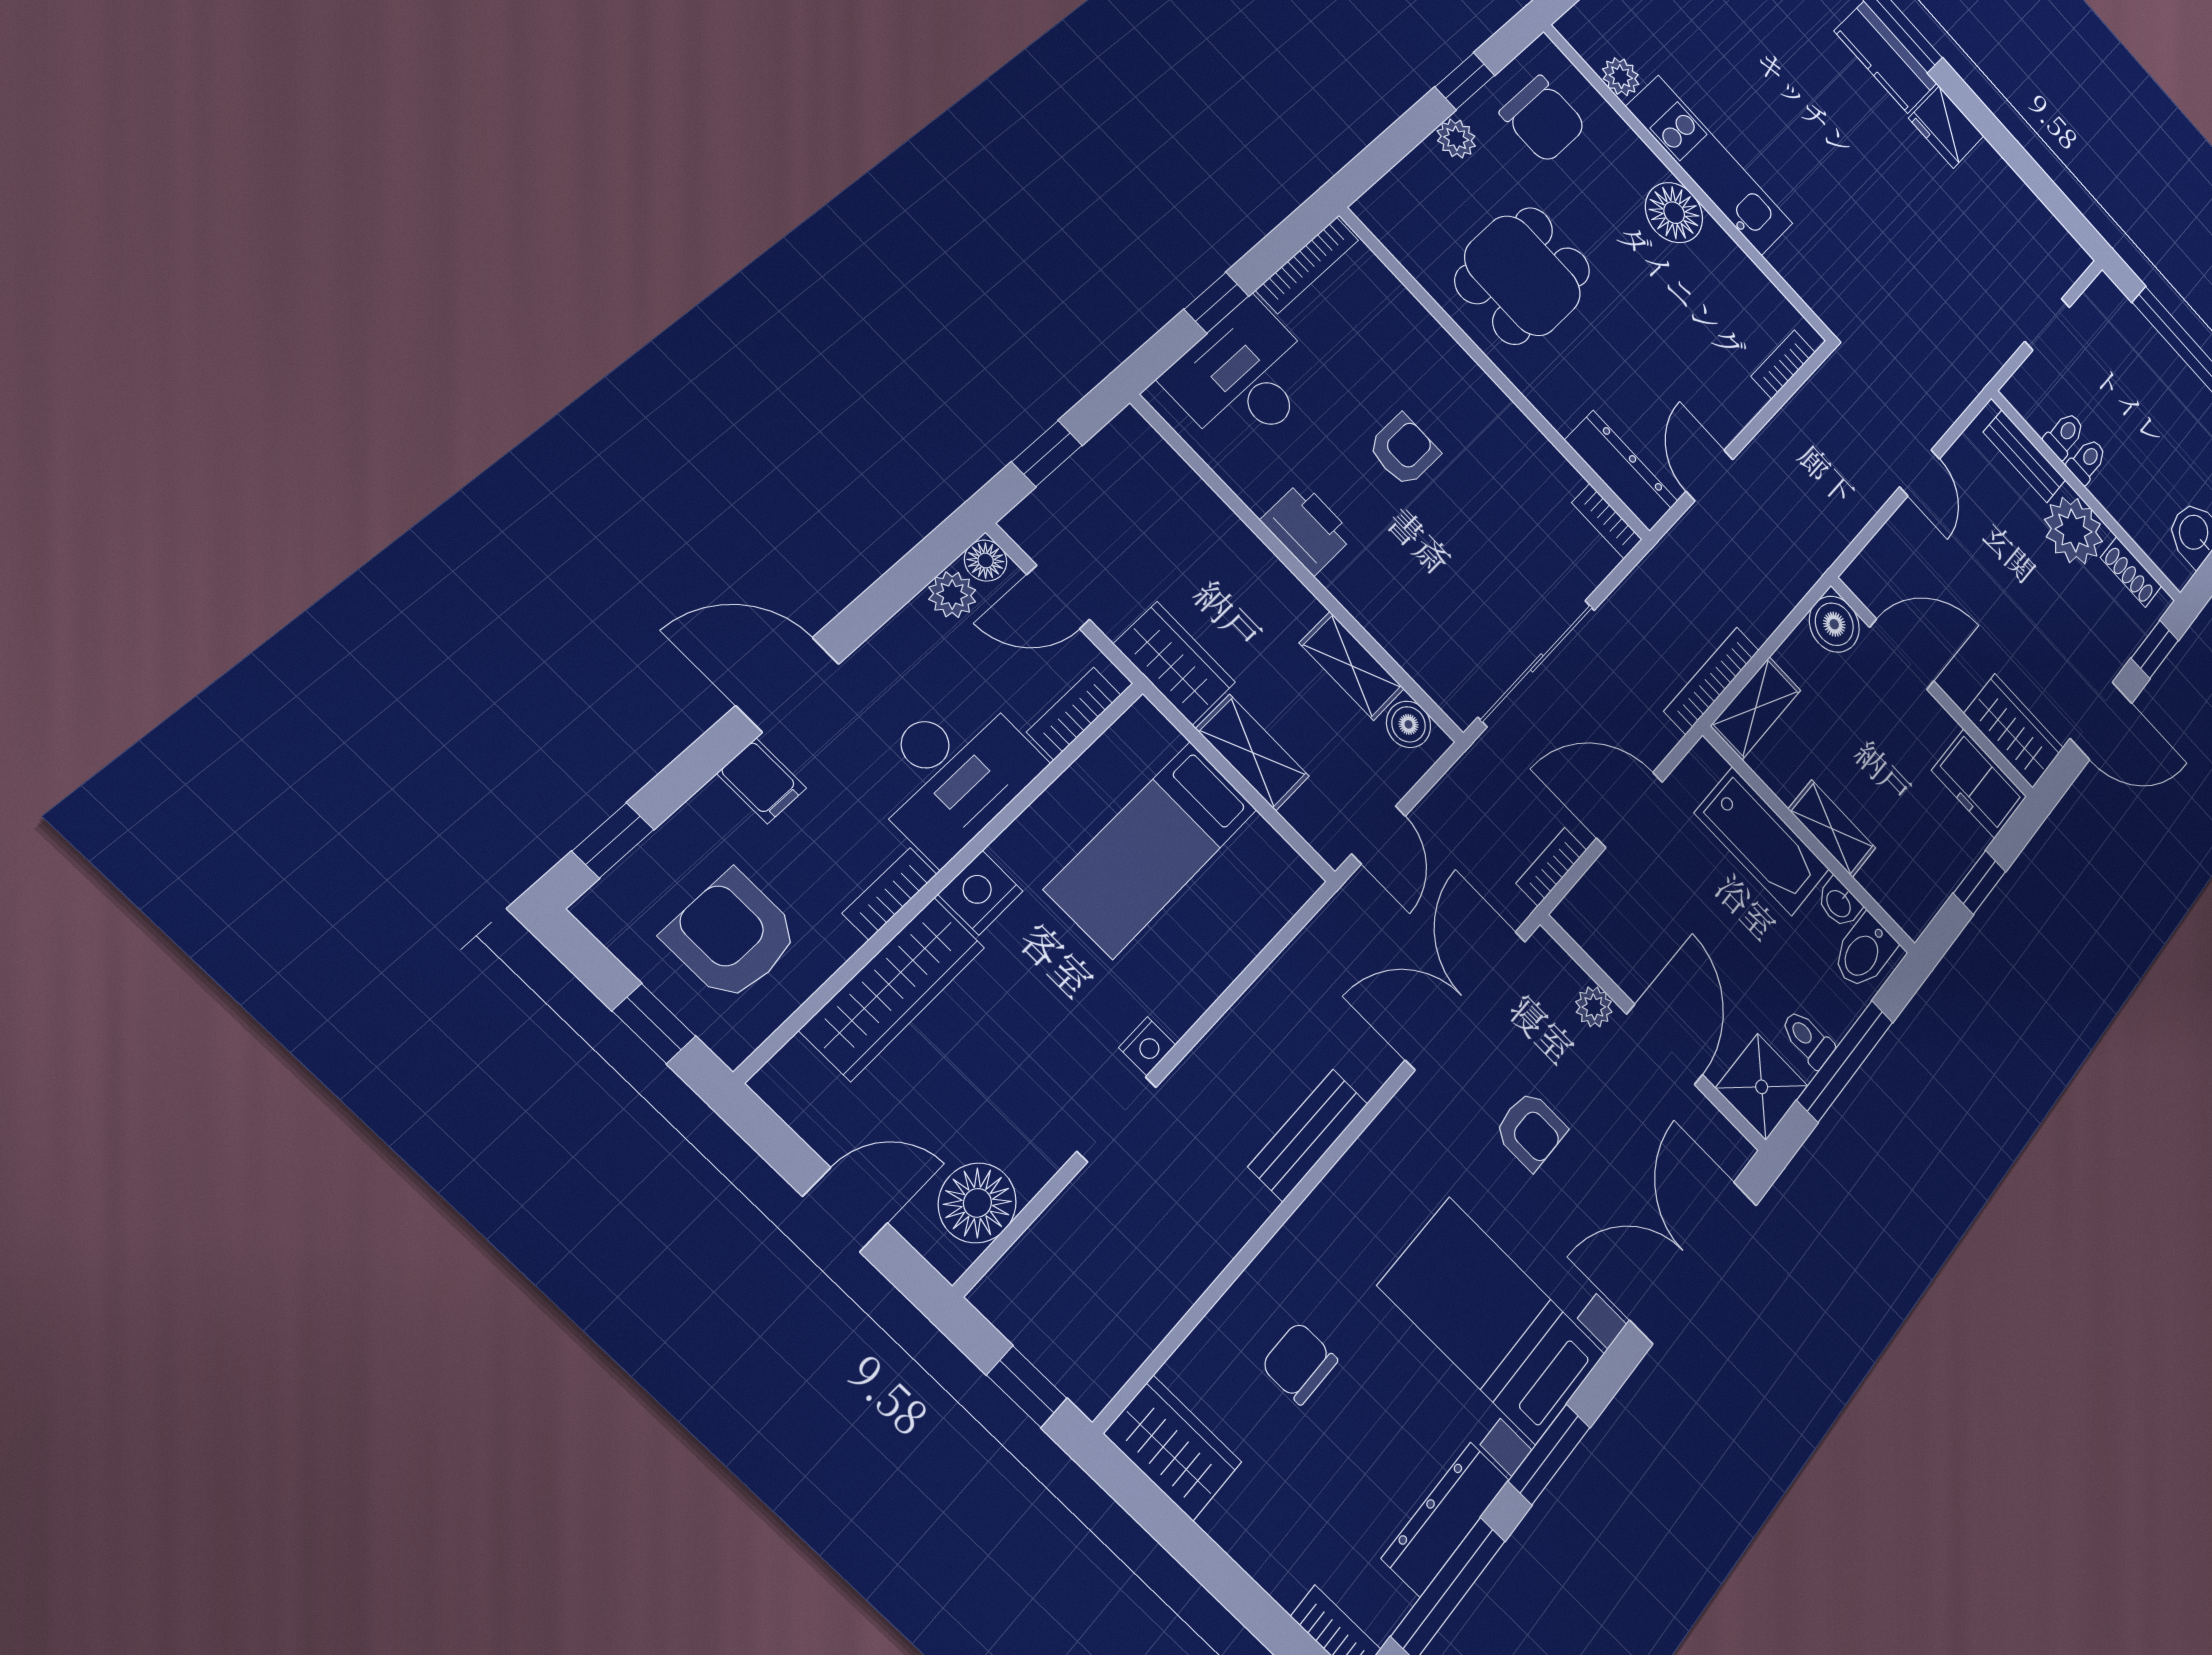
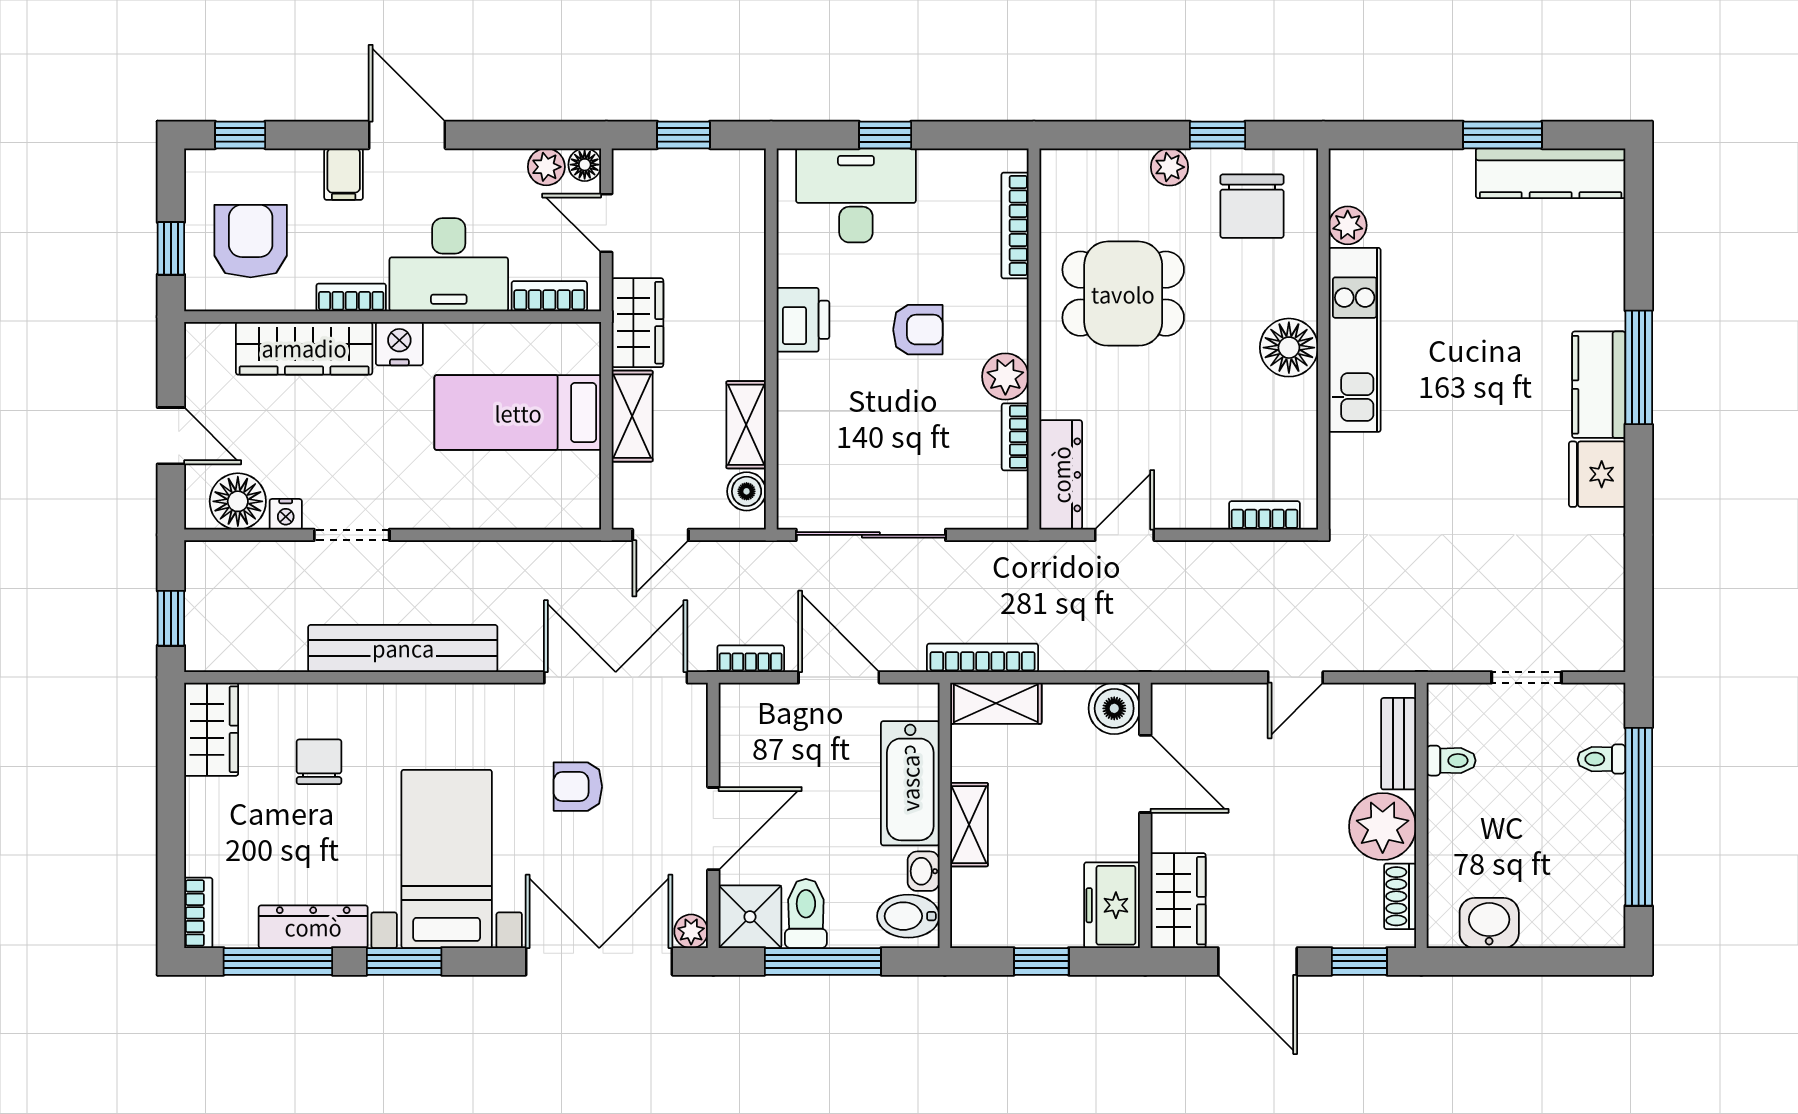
bookcase: (1307, 265) -> (1015, 226), moved, turned 90
plant: (1506, 427) -> (1005, 376), added
toilet: (2087, 461) -> (1601, 759), moved, turned 180
bookcase: (1607, 521) -> (1015, 437), moved
plant: (1594, 1007) -> (691, 931), moved
toilet: (1808, 1039) -> (806, 913), width x1.37, depth x1.39
nightstand: (1147, 1046) -> (286, 514), moved
armchair: (1531, 1130) -> (578, 787), turned 90
bench: (1308, 1135) -> (403, 648), width x1.86, depth x1.21

